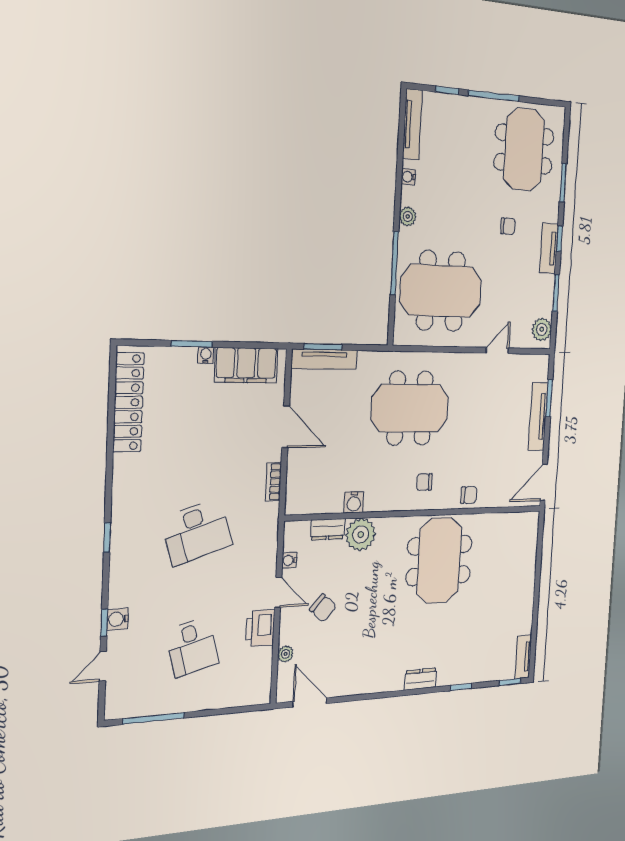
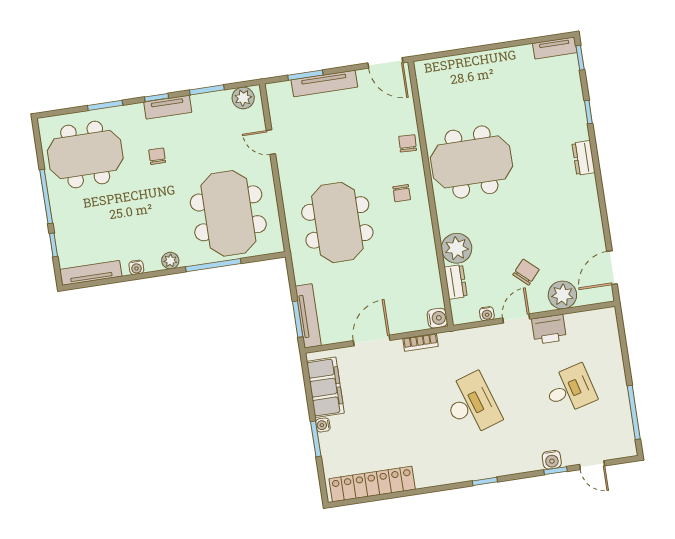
water cooler: (354, 502) -> (437, 318), moved
plant: (286, 654) -> (562, 295), width x1.88, depth x1.88

